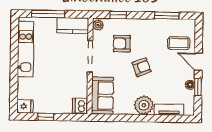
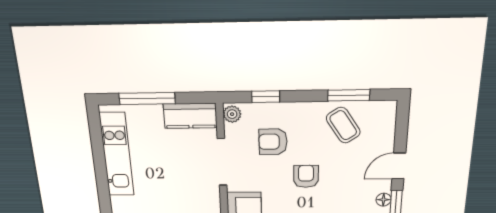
coffee table: (179, 43) -> (343, 125), moved, turned 57
door: (198, 62) -> (399, 166), hinge flipped
armchair: (142, 67) -> (306, 176), turned -69

